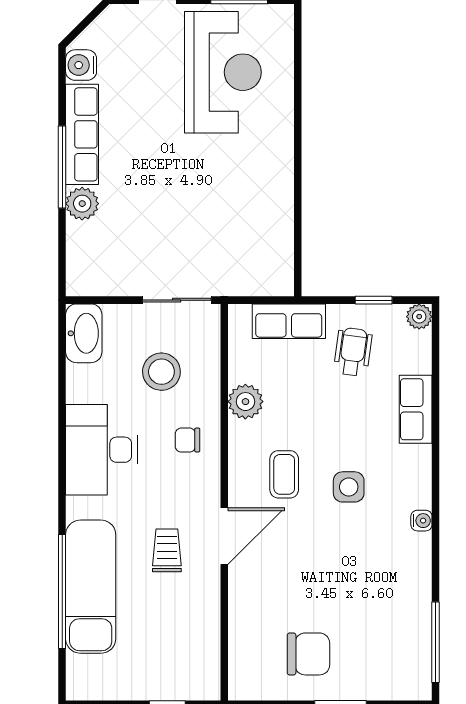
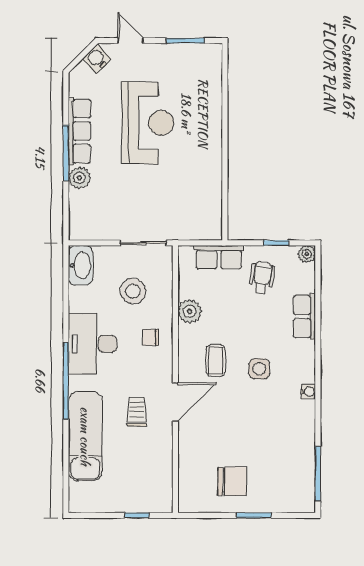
water cooler: (81, 65) -> (97, 59), moved, turned 45
reception desk: (223, 72) -> (148, 123), moved
window: (62, 591) -> (66, 381), moved

